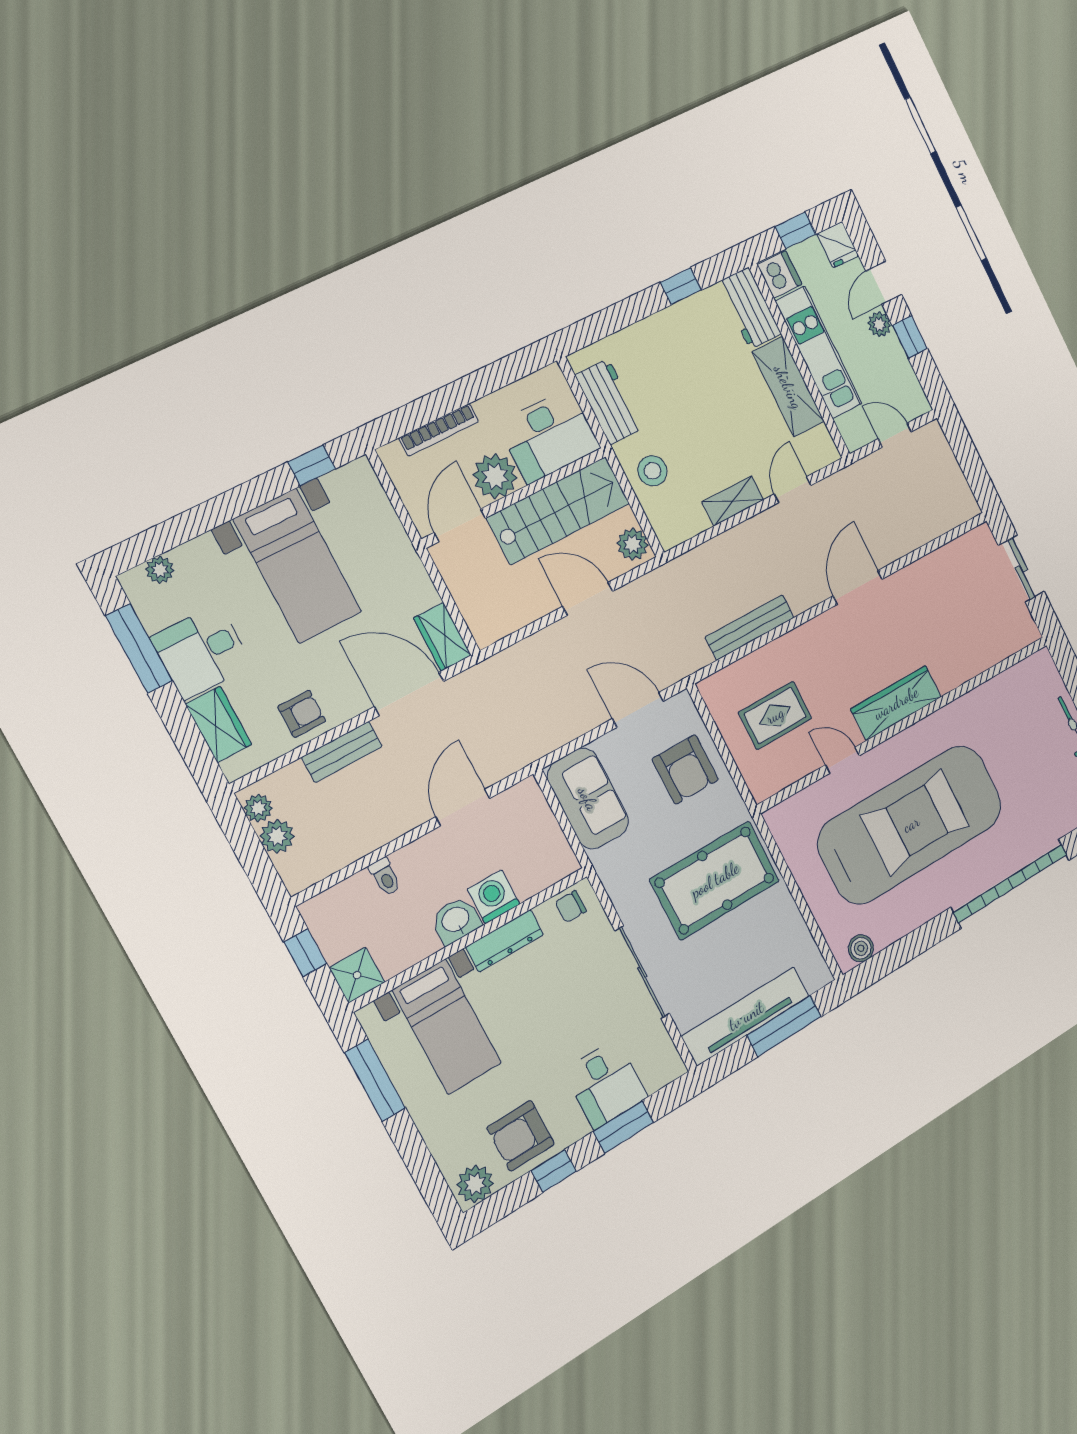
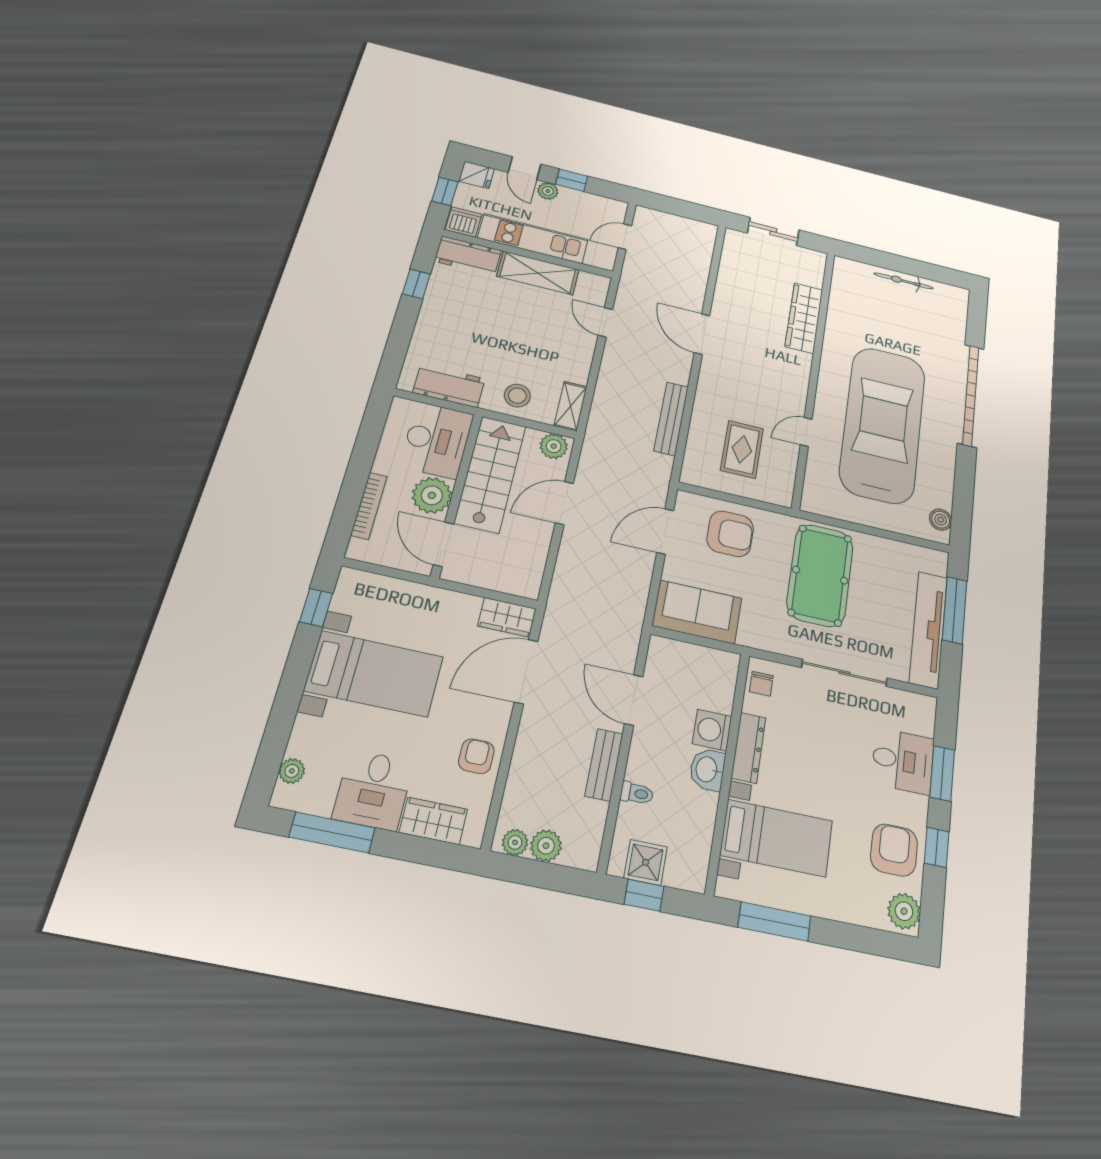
shelving: (733, 501) -> (570, 406), moved
wardrobe: (896, 703) -> (804, 318), moved
bench: (342, 752) -> (604, 765), moved
shower: (357, 975) -> (646, 862), moved
armchair: (521, 1136) -> (894, 850), turned 180

